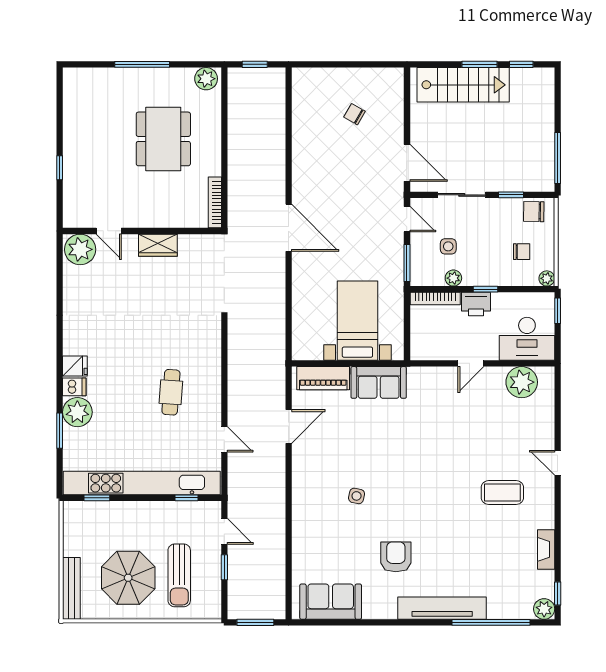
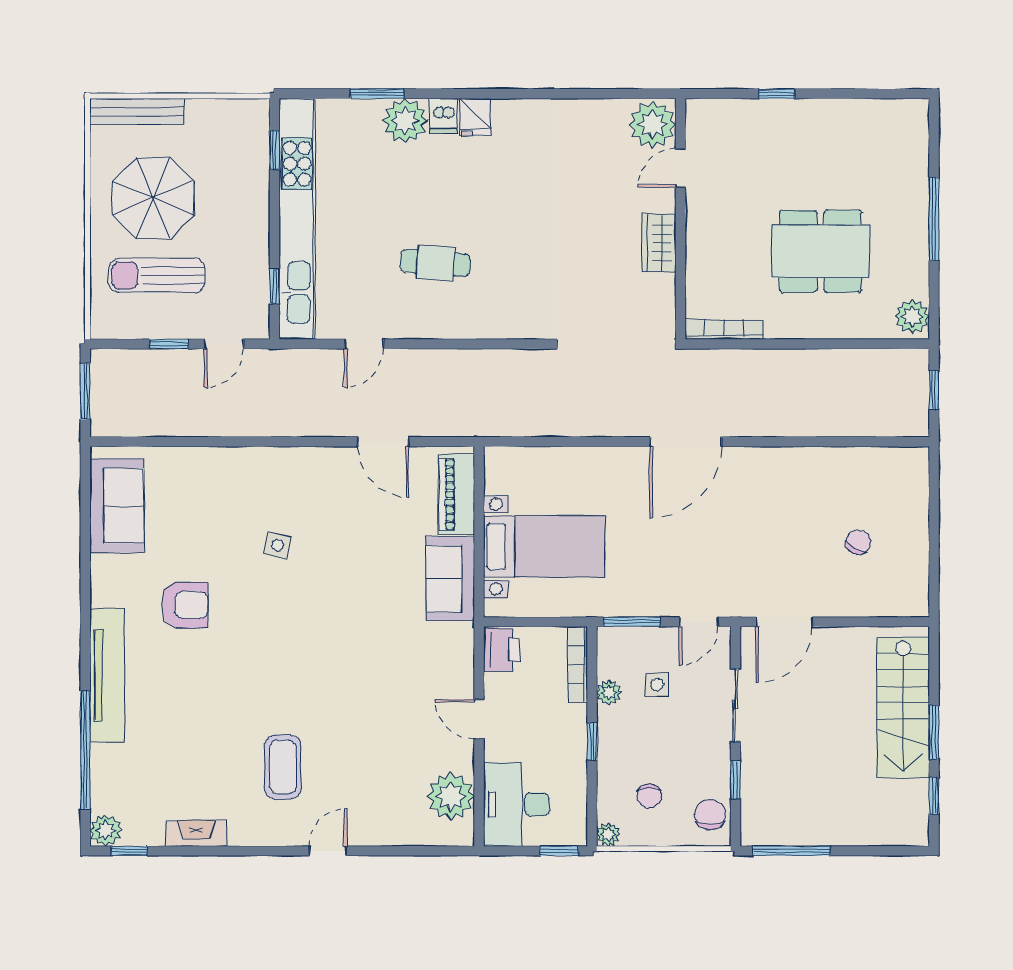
printer: (476, 304) -> (502, 650), moved, turned 180

